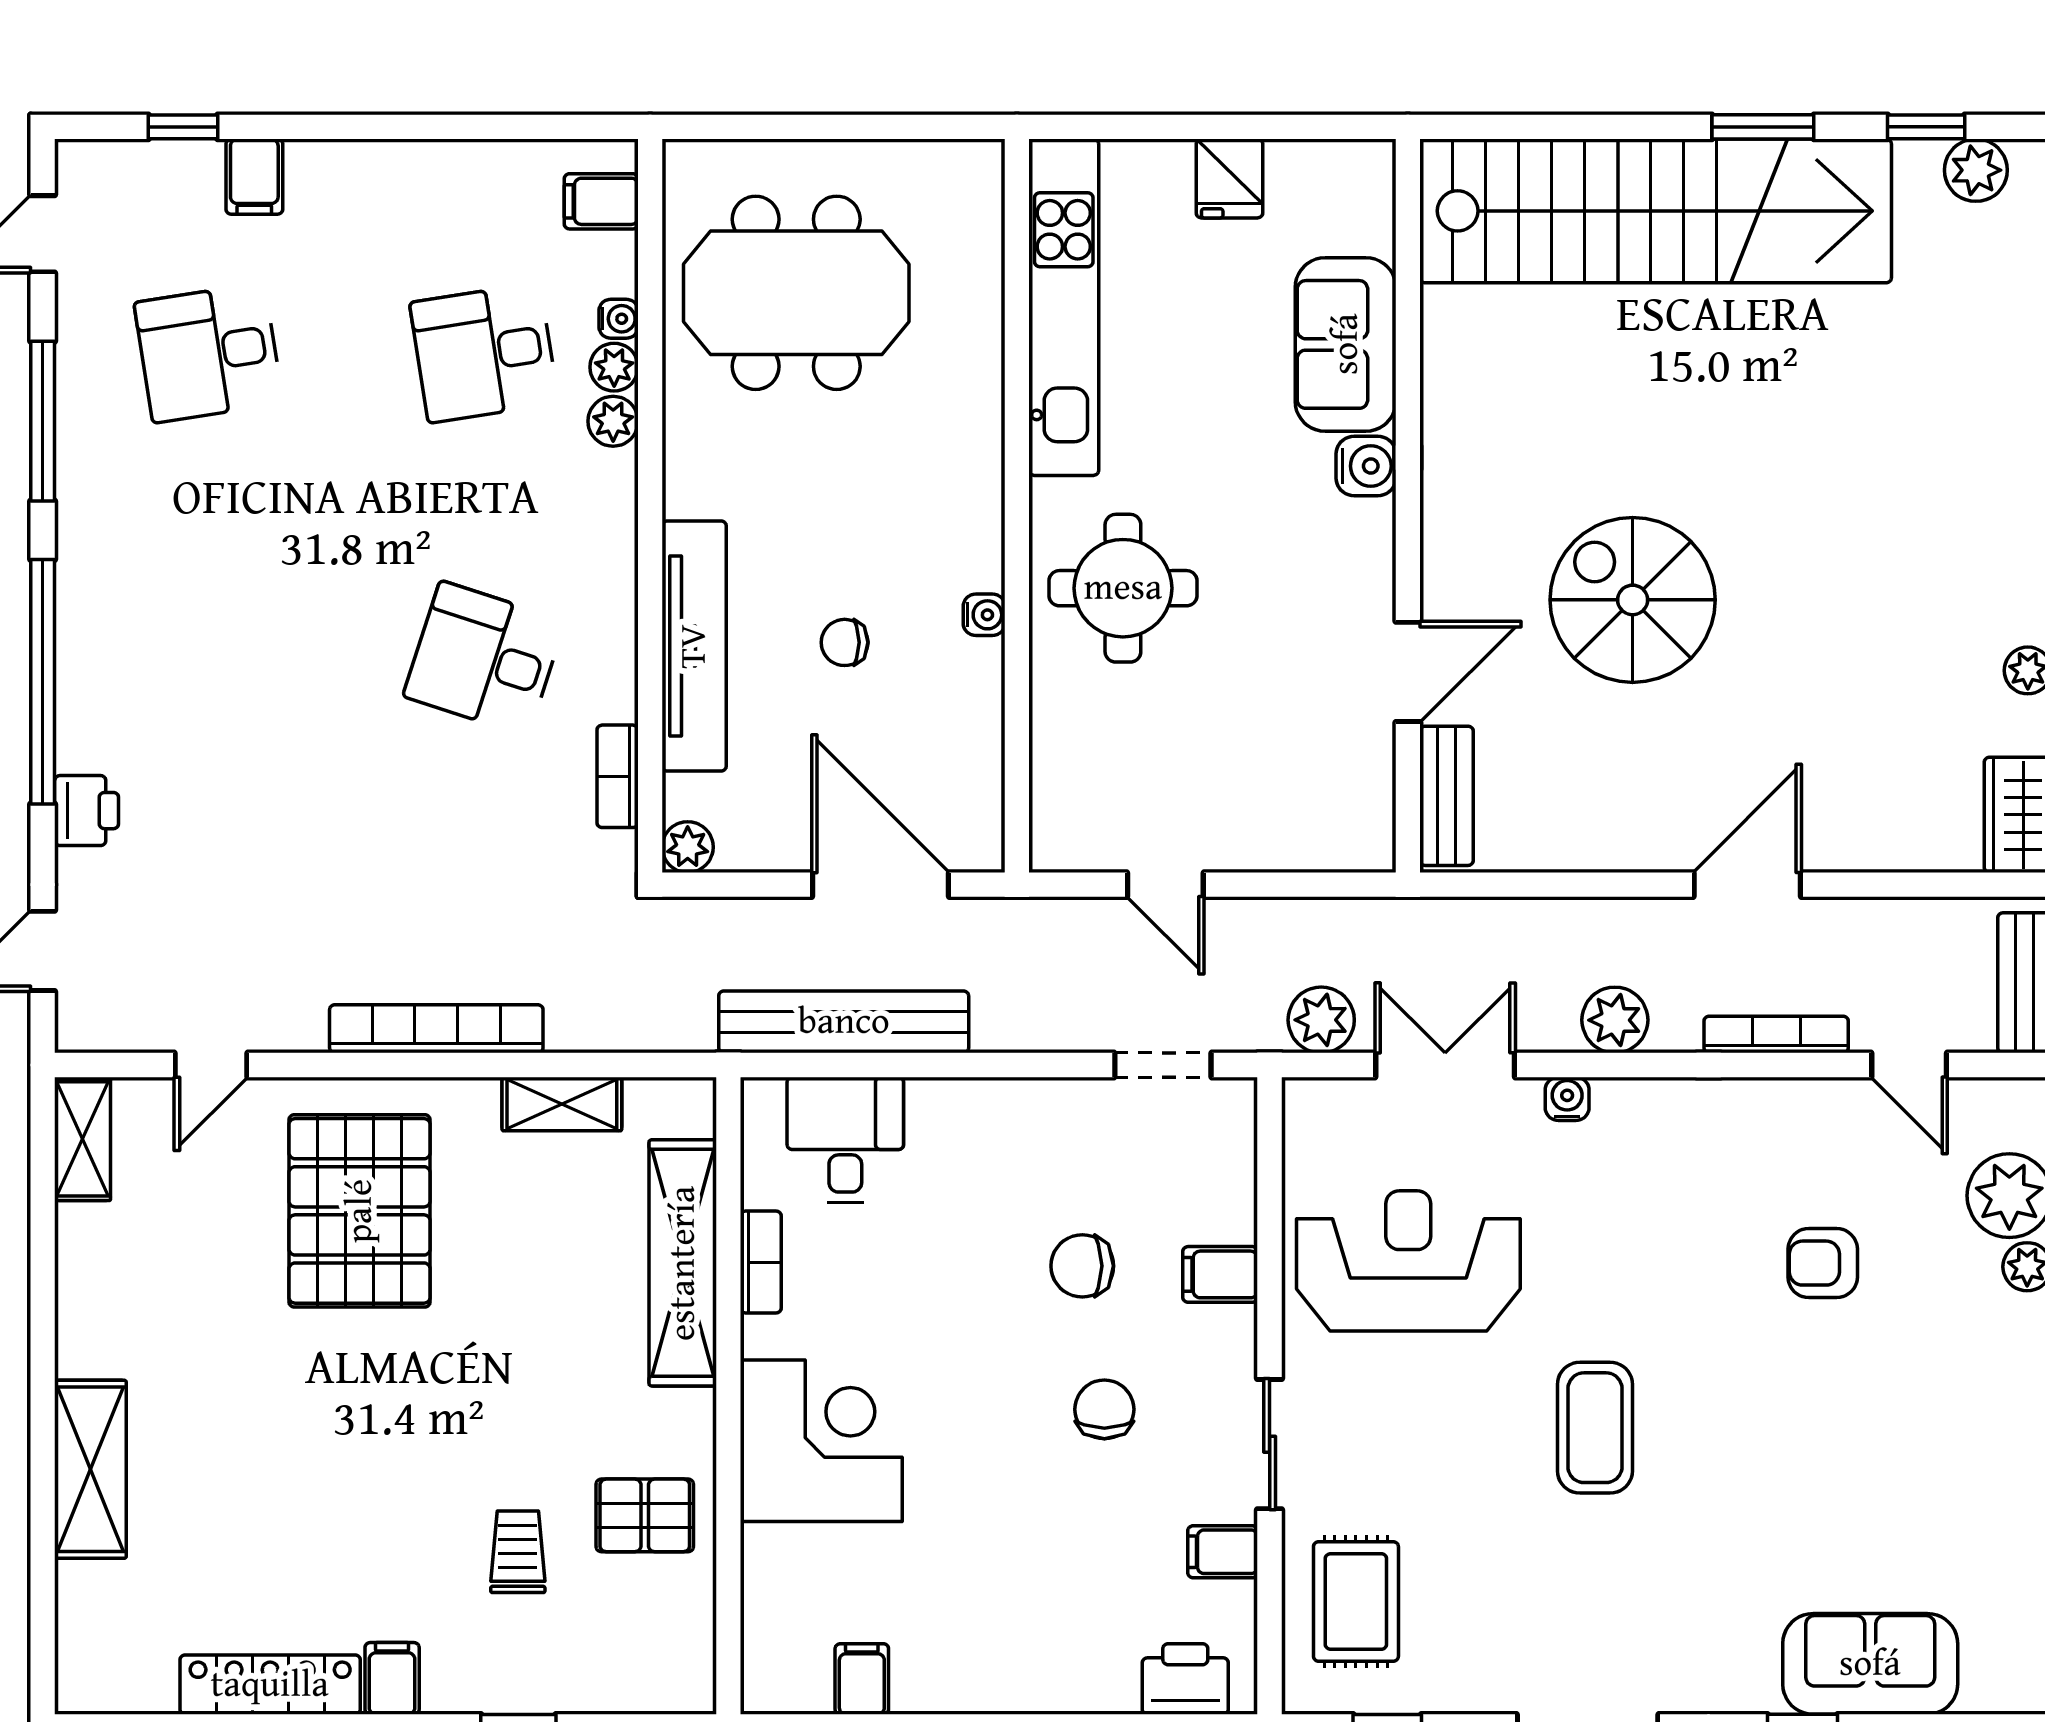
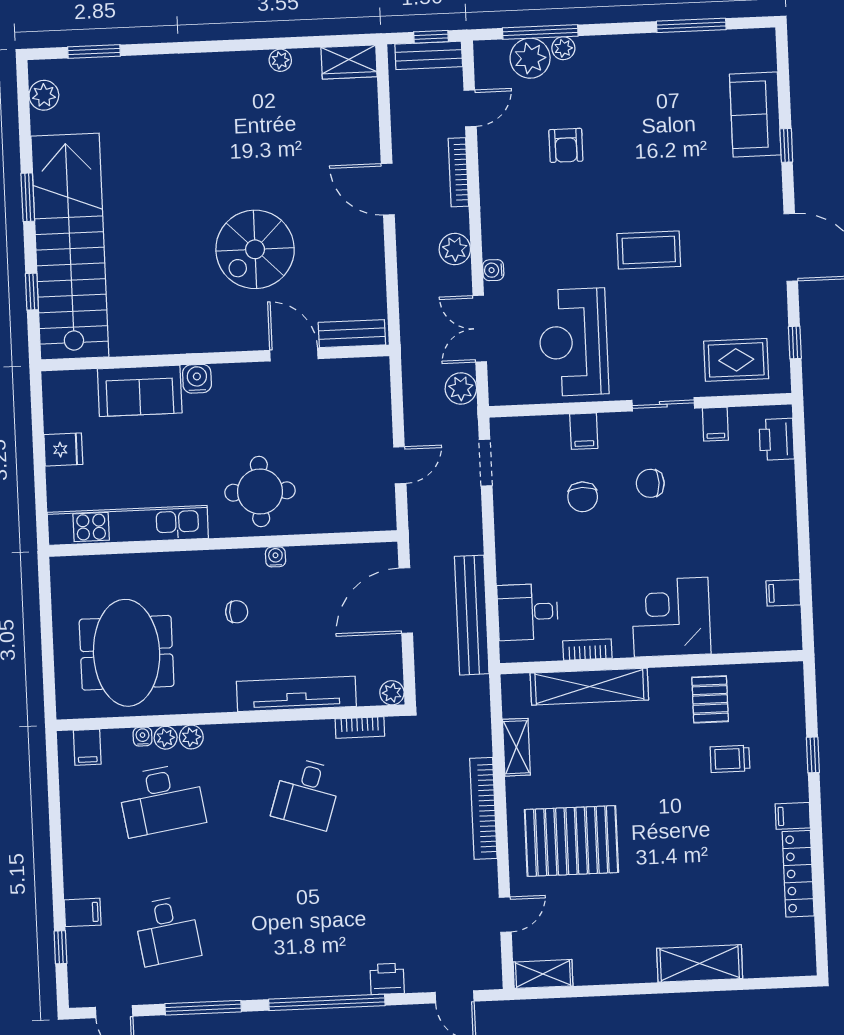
window: (1926, 127) -> (32, 292), moved
desk: (484, 353) -> (161, 800), width x1.37
chair: (845, 642) -> (237, 612), moved, turned -90
door: (211, 1065) -> (505, 915), hinge flipped

